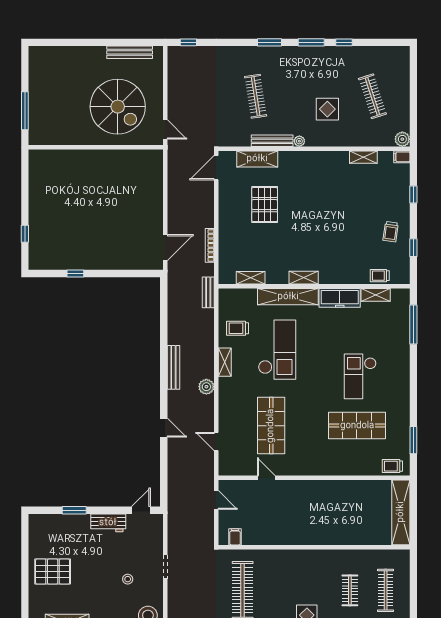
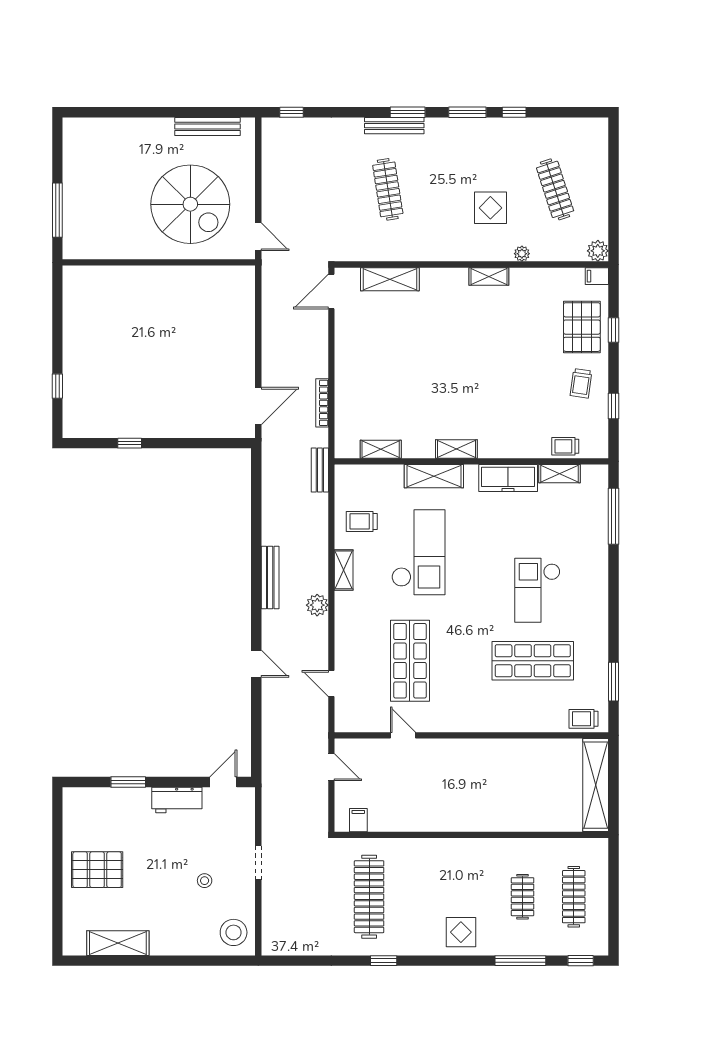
bench: (272, 141) -> (394, 126), moved
plant: (299, 141) -> (522, 254), moved
shelving: (363, 157) -> (489, 276), moved
pallet: (265, 205) -> (582, 327), moved
shelving: (288, 297) -> (434, 476), width x0.68

